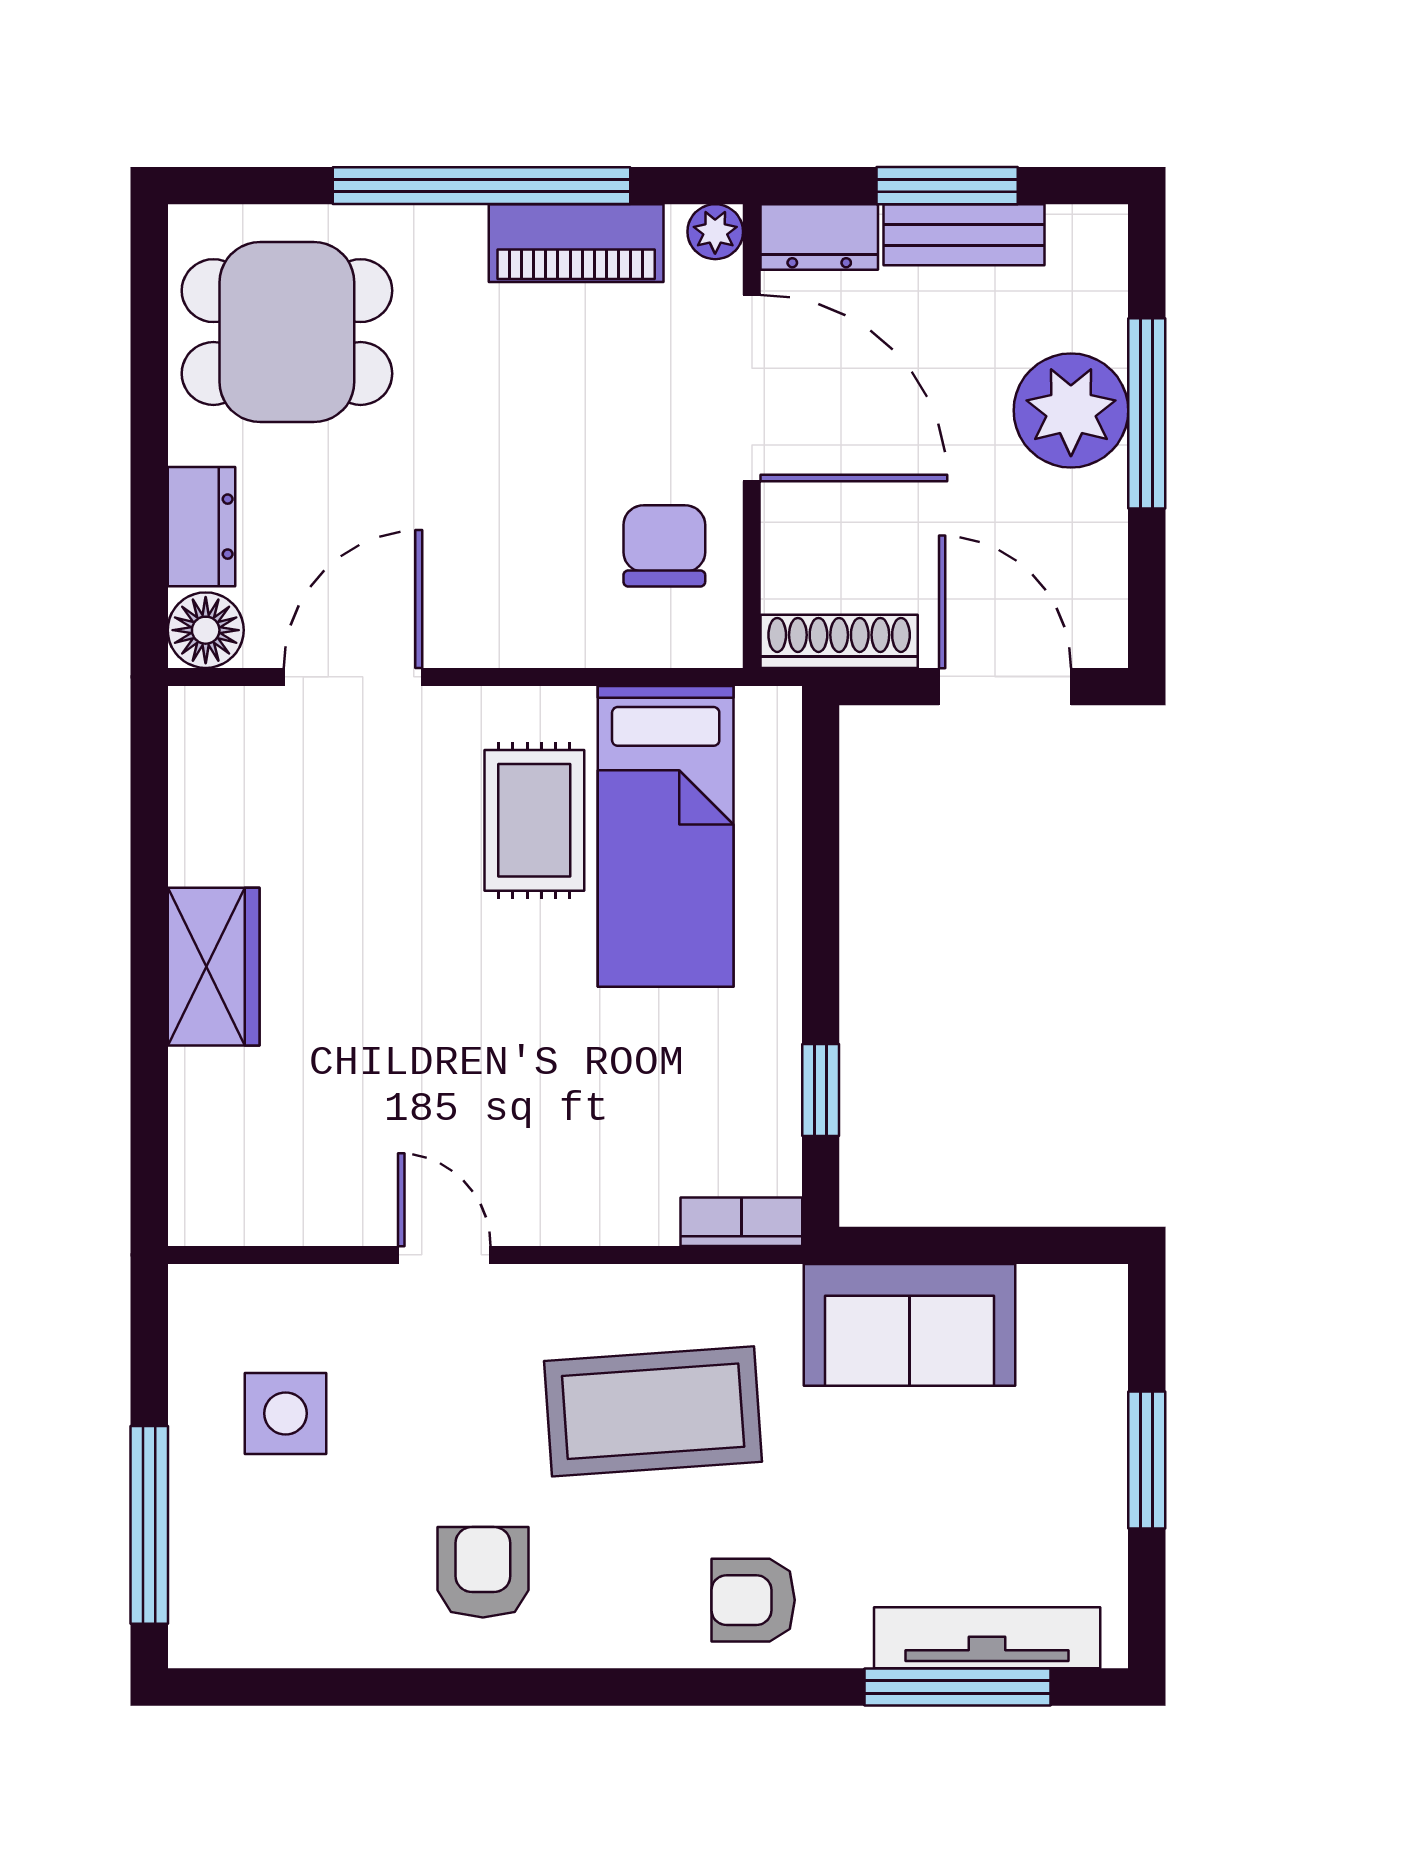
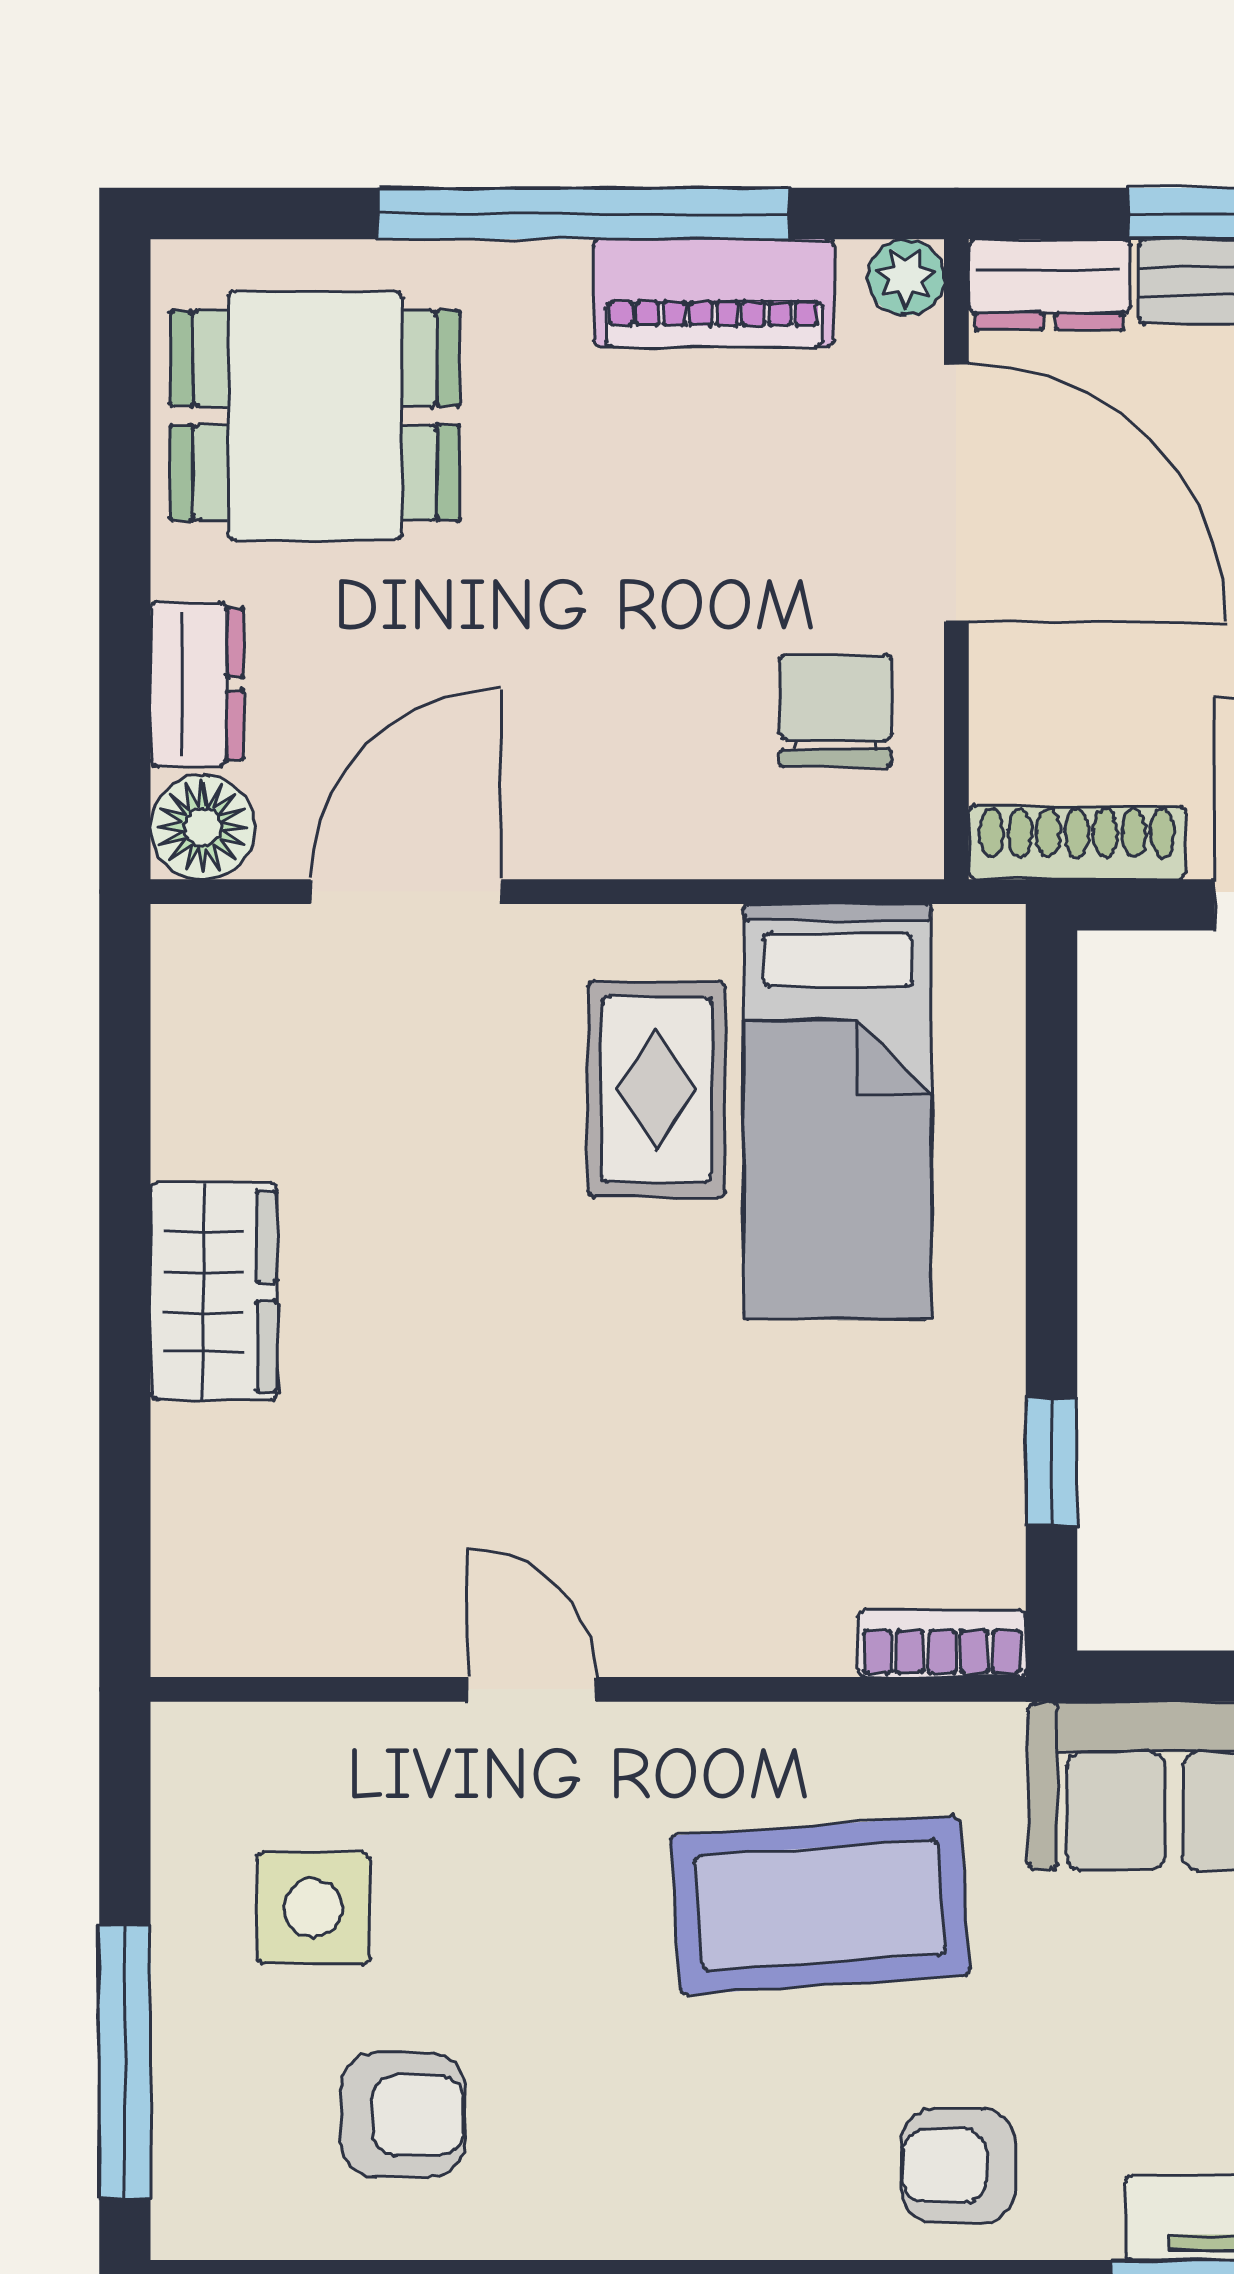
armchair: (483, 1572) -> (403, 2115), moved, turned 90

